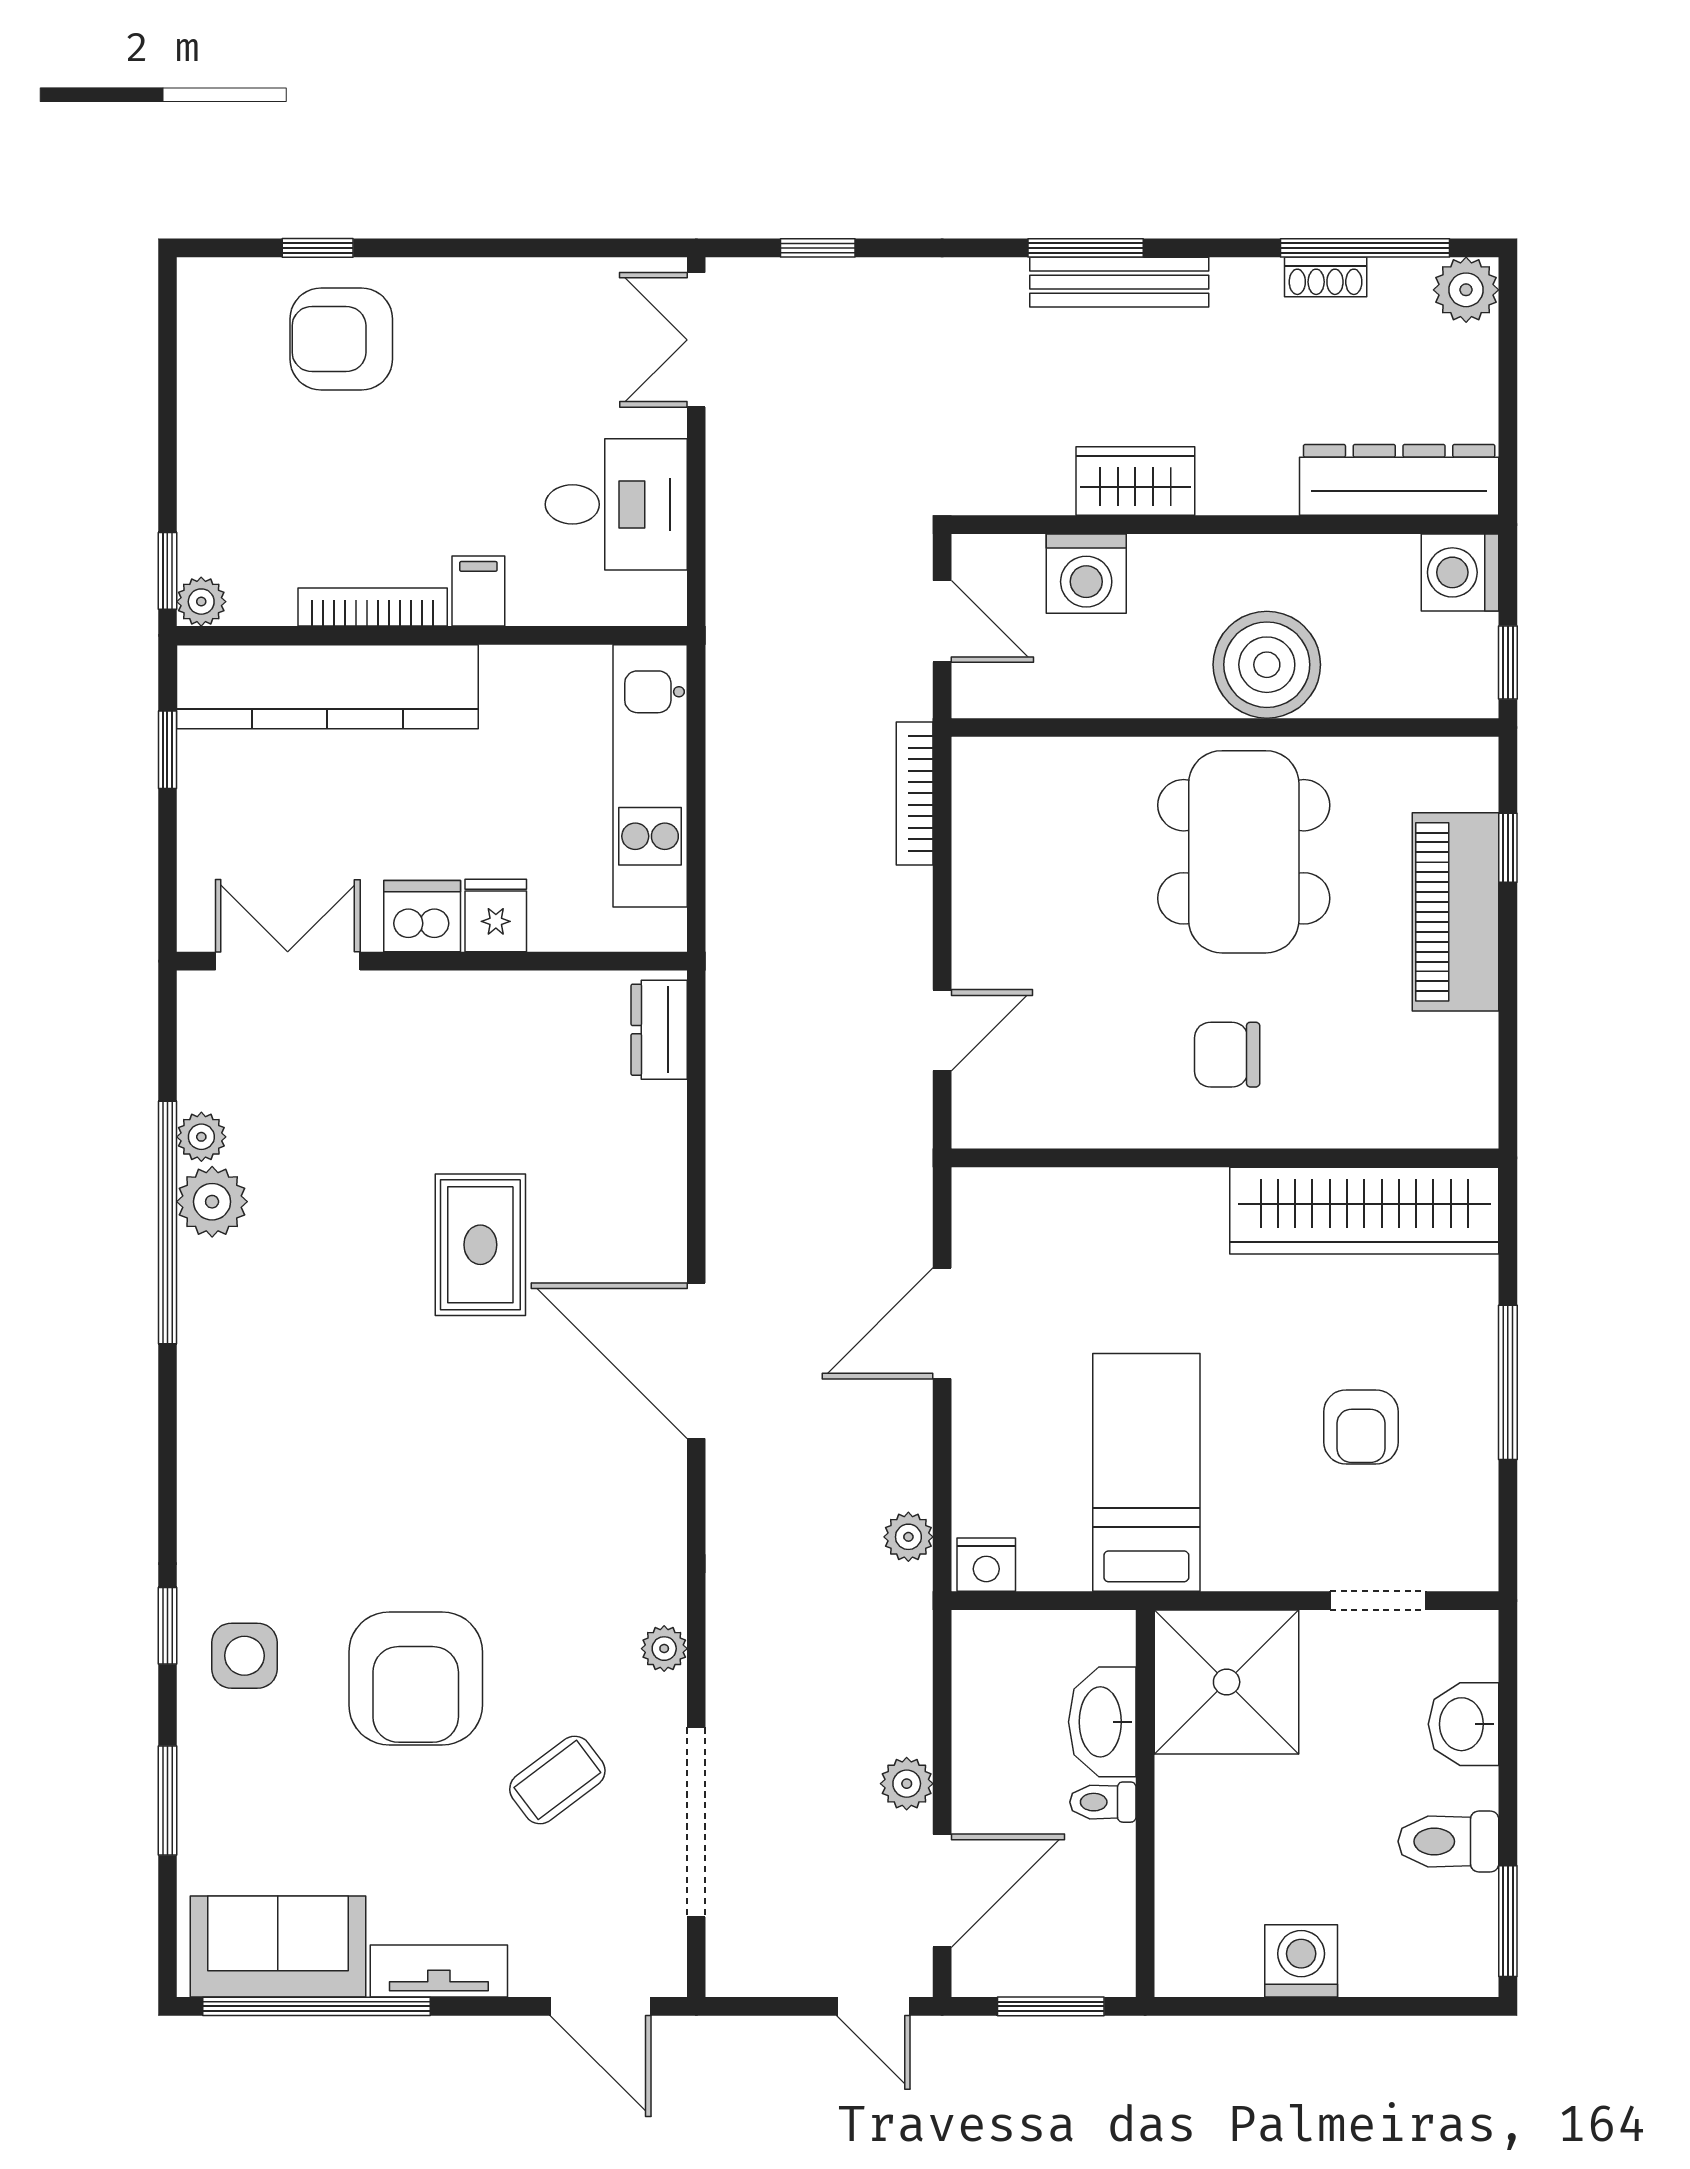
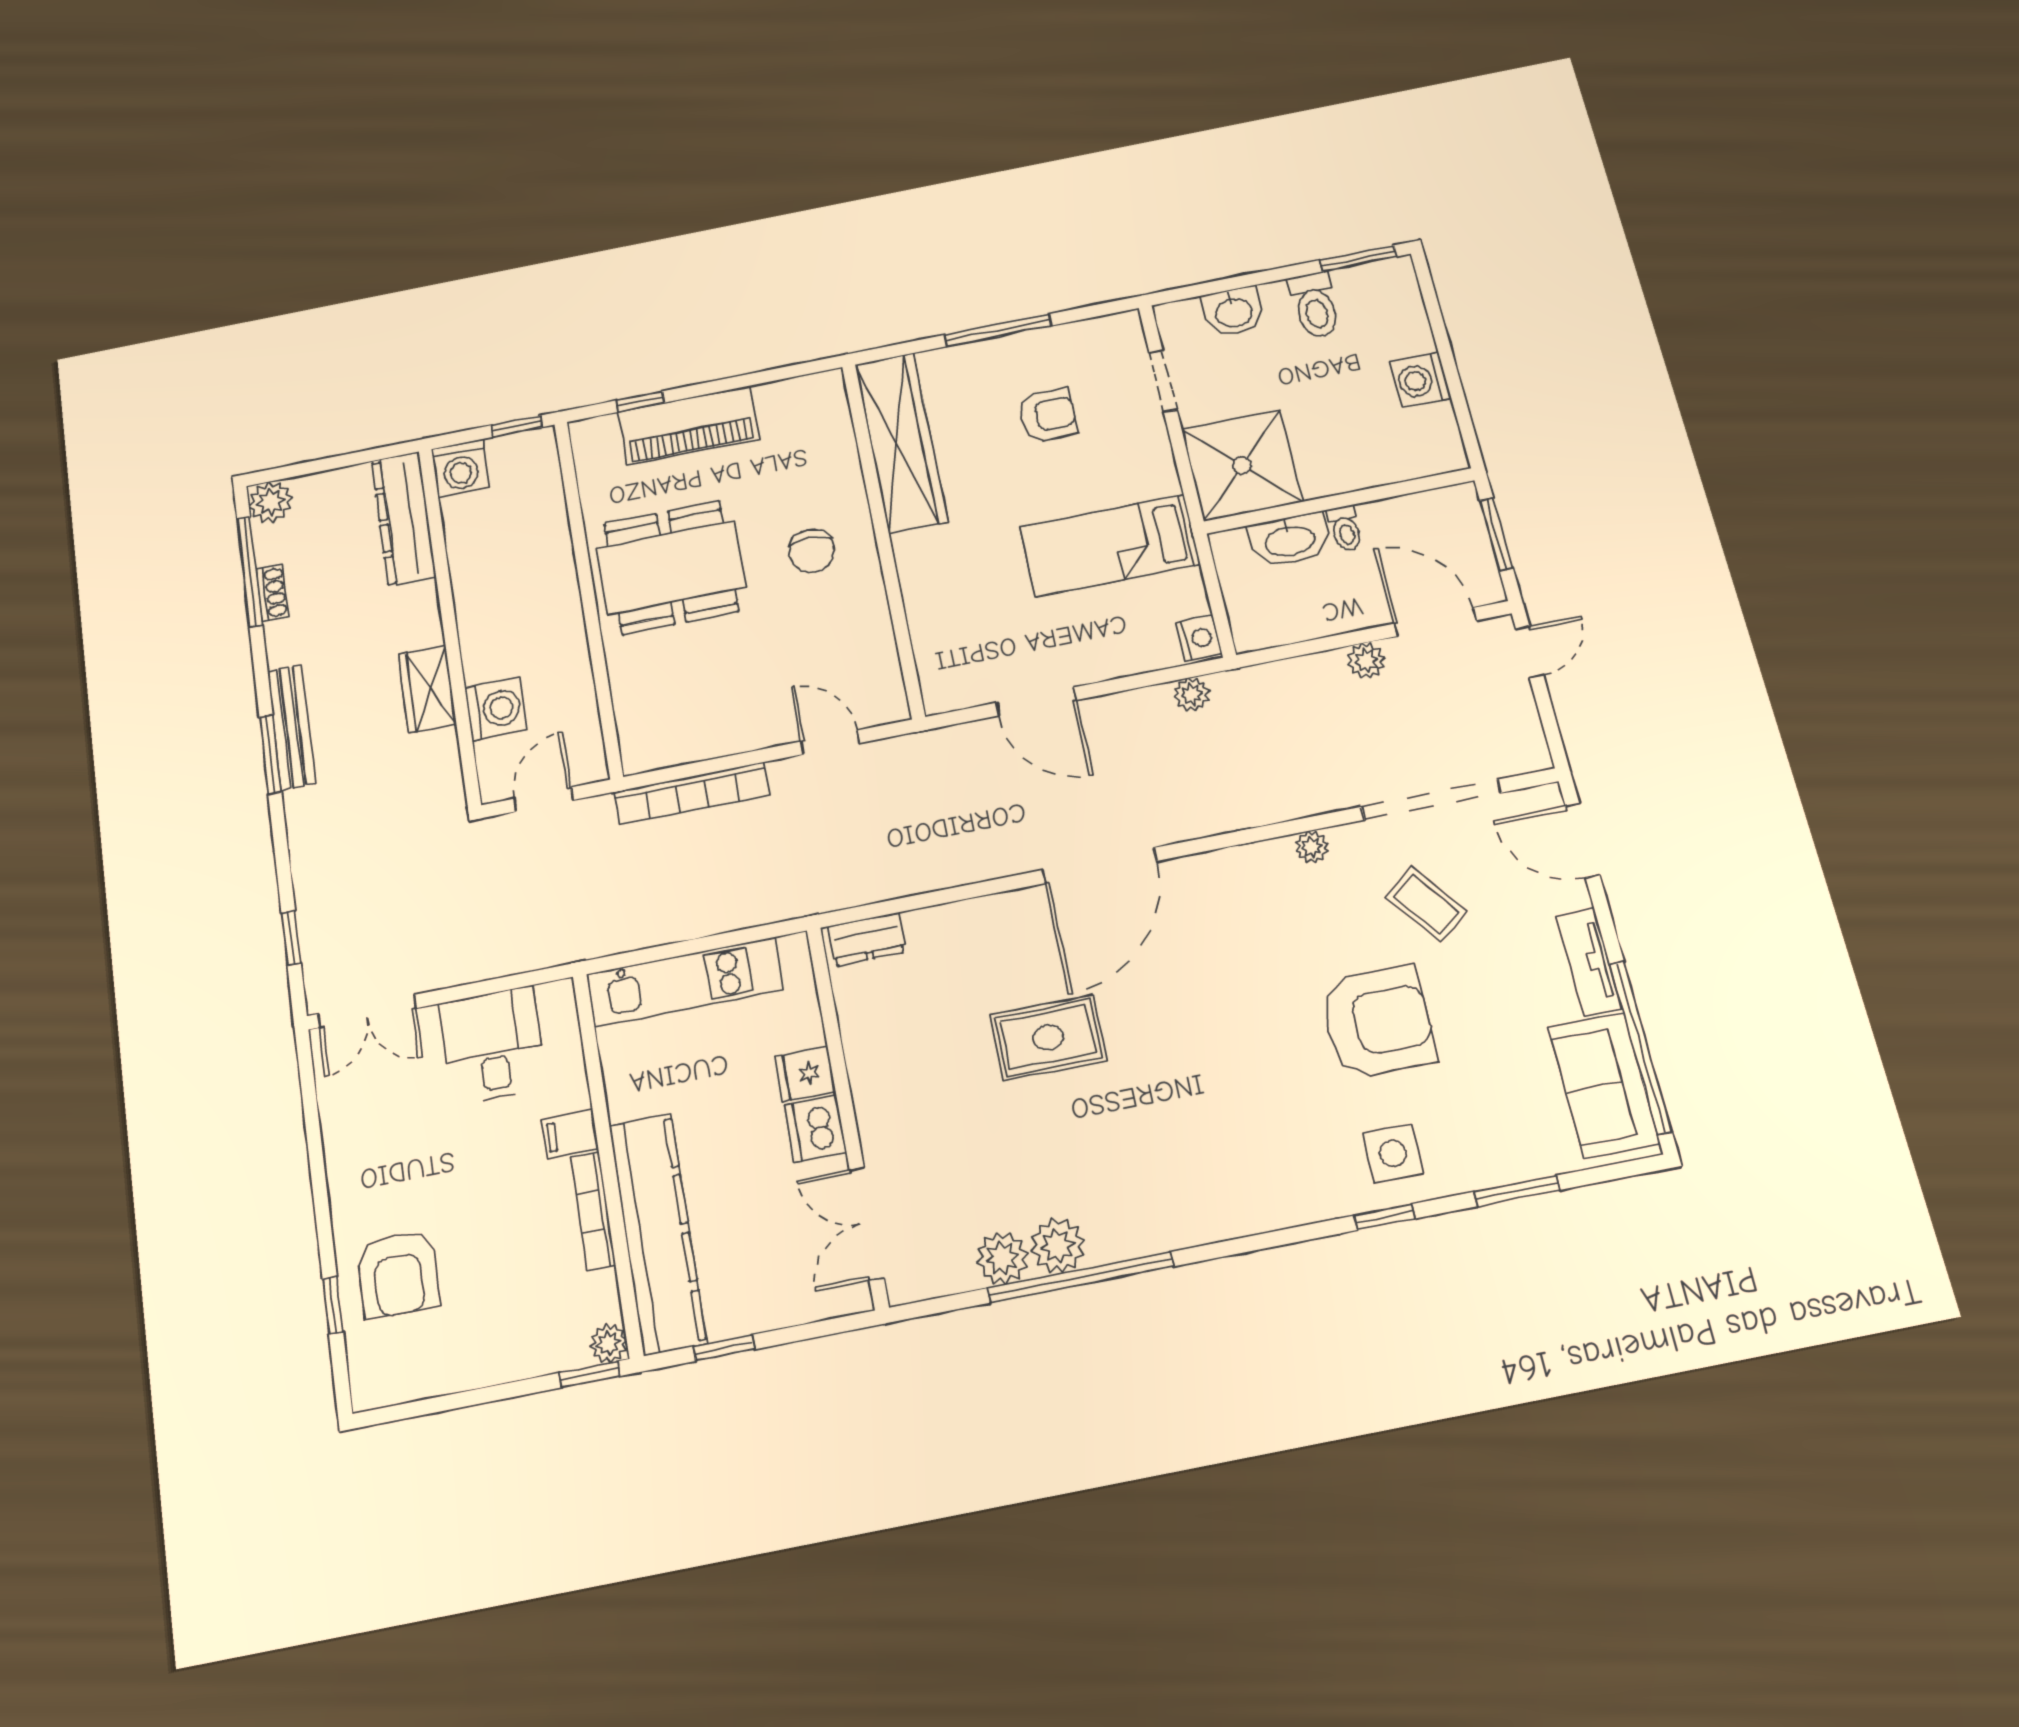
boiler: (1267, 665) -> (541, 578), removed
bookcase: (915, 793) -> (692, 793), width x1.48, depth x1.31
plant: (201, 1137) -> (1002, 1258), width x1.38, depth x1.38
door: (601, 2006) -> (1582, 841), swing flipped

